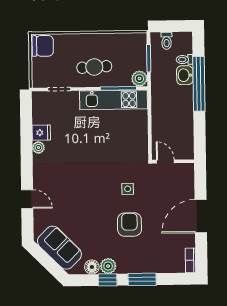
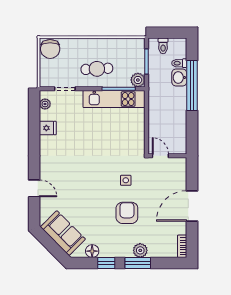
chair: (43, 46) -> (50, 49), turned 90
plant: (38, 147) -> (45, 104), moved
plant: (108, 266) -> (140, 250), moved

